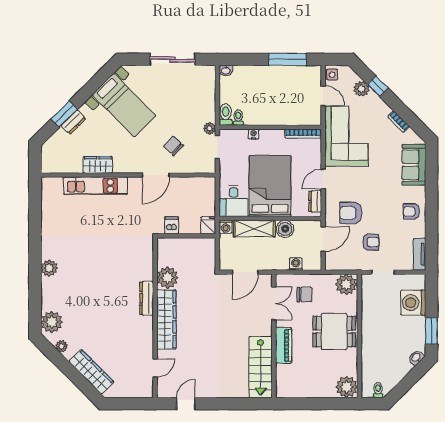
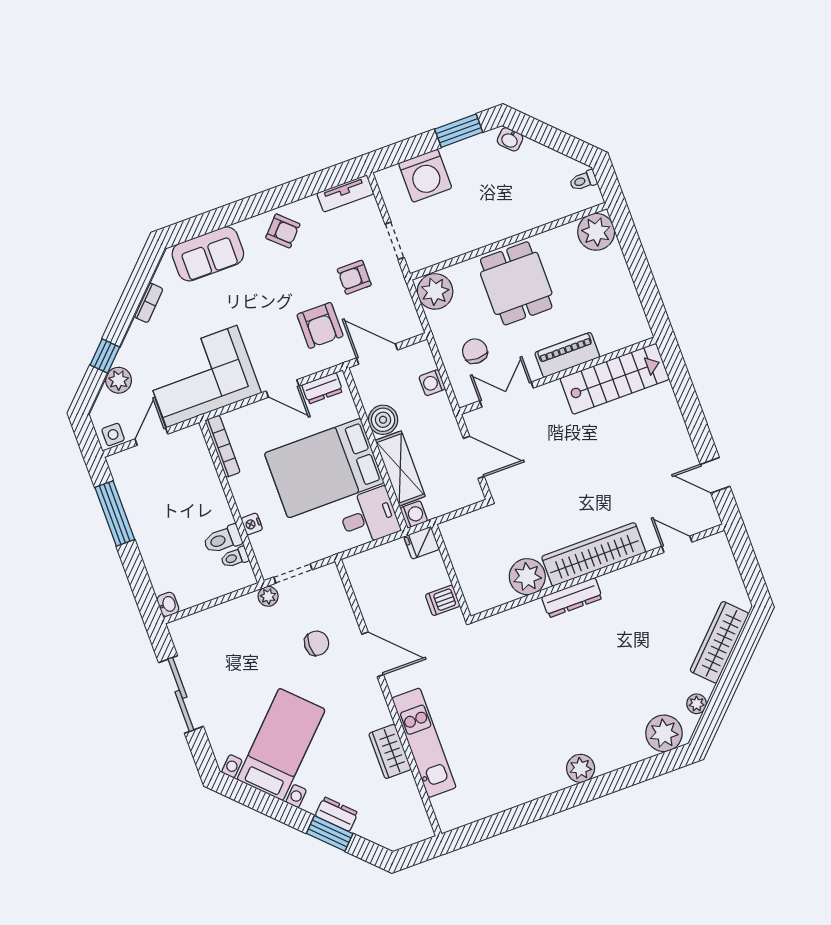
toilet: (226, 115) -> (223, 539), moved
chair: (173, 146) -> (317, 643), turned -133
armchair: (411, 212) -> (283, 231), turned -47
armchair: (371, 242) -> (354, 277), turned -90

